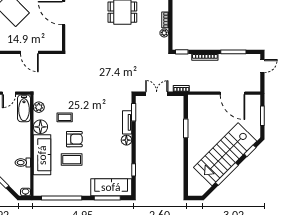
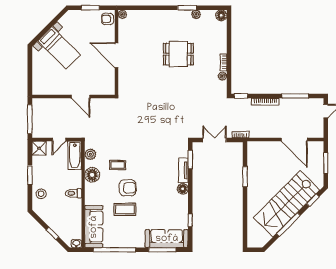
sofa: (42, 155) -> (94, 227), moved
toilet: (23, 163) -> (74, 193), moved

